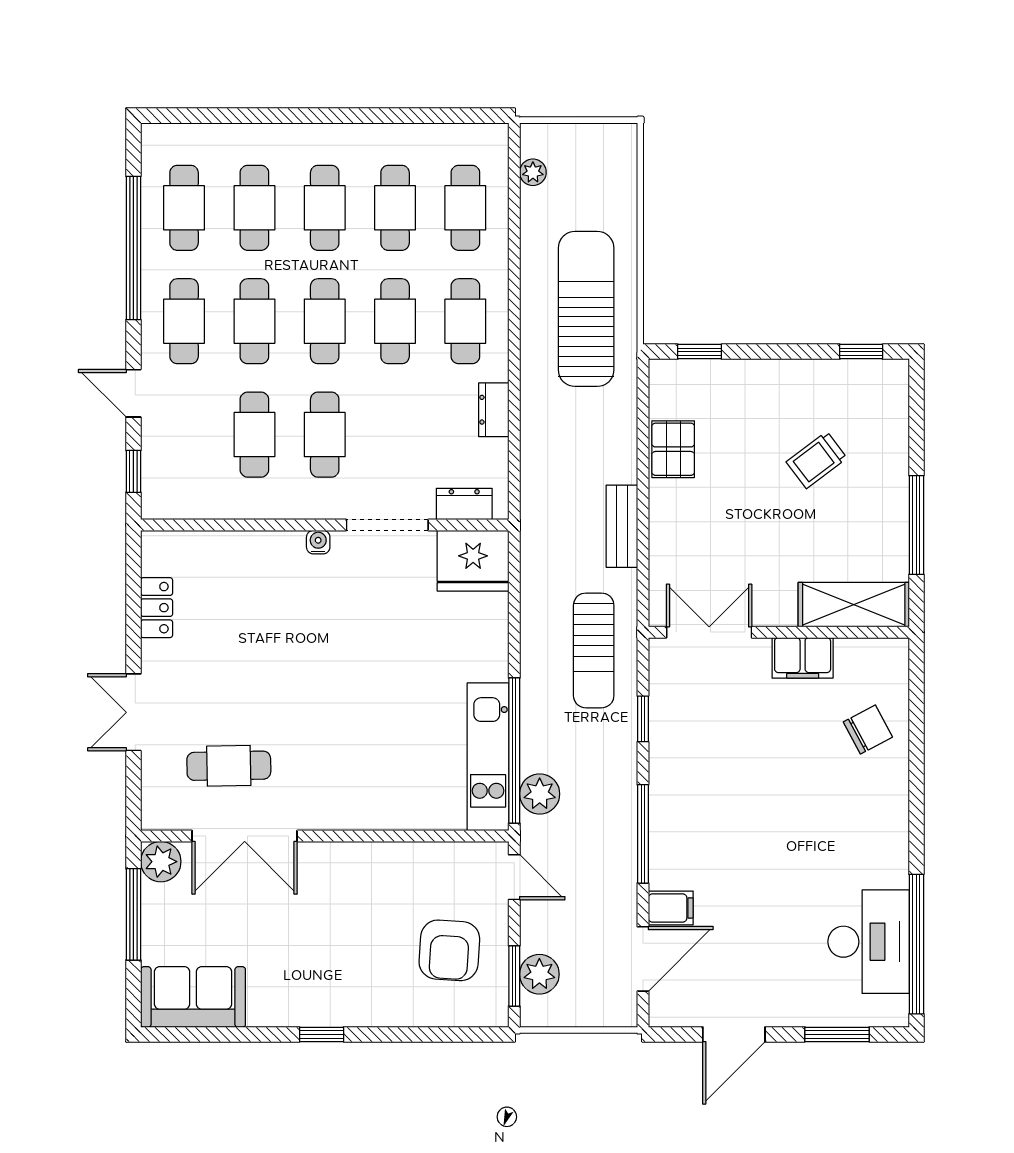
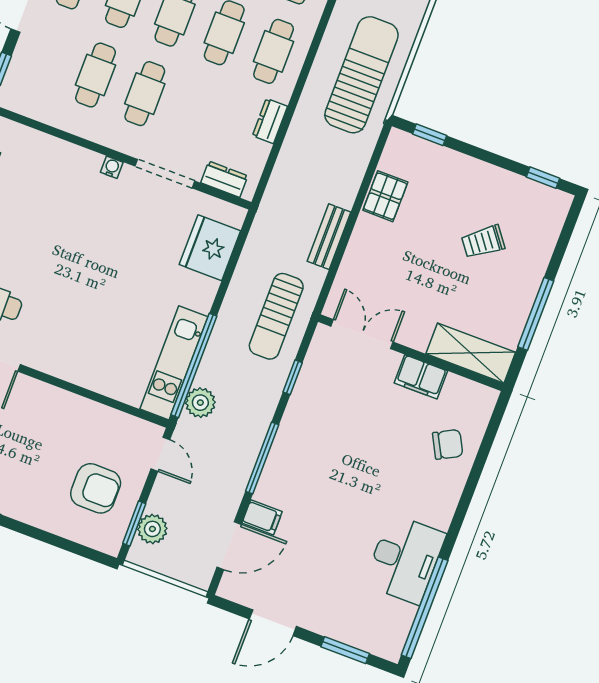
fridge: (473, 561) -> (210, 248), moved, turned 90
desk: (869, 942) -> (405, 559), moved
armchair: (449, 950) -> (96, 488), turned -94

